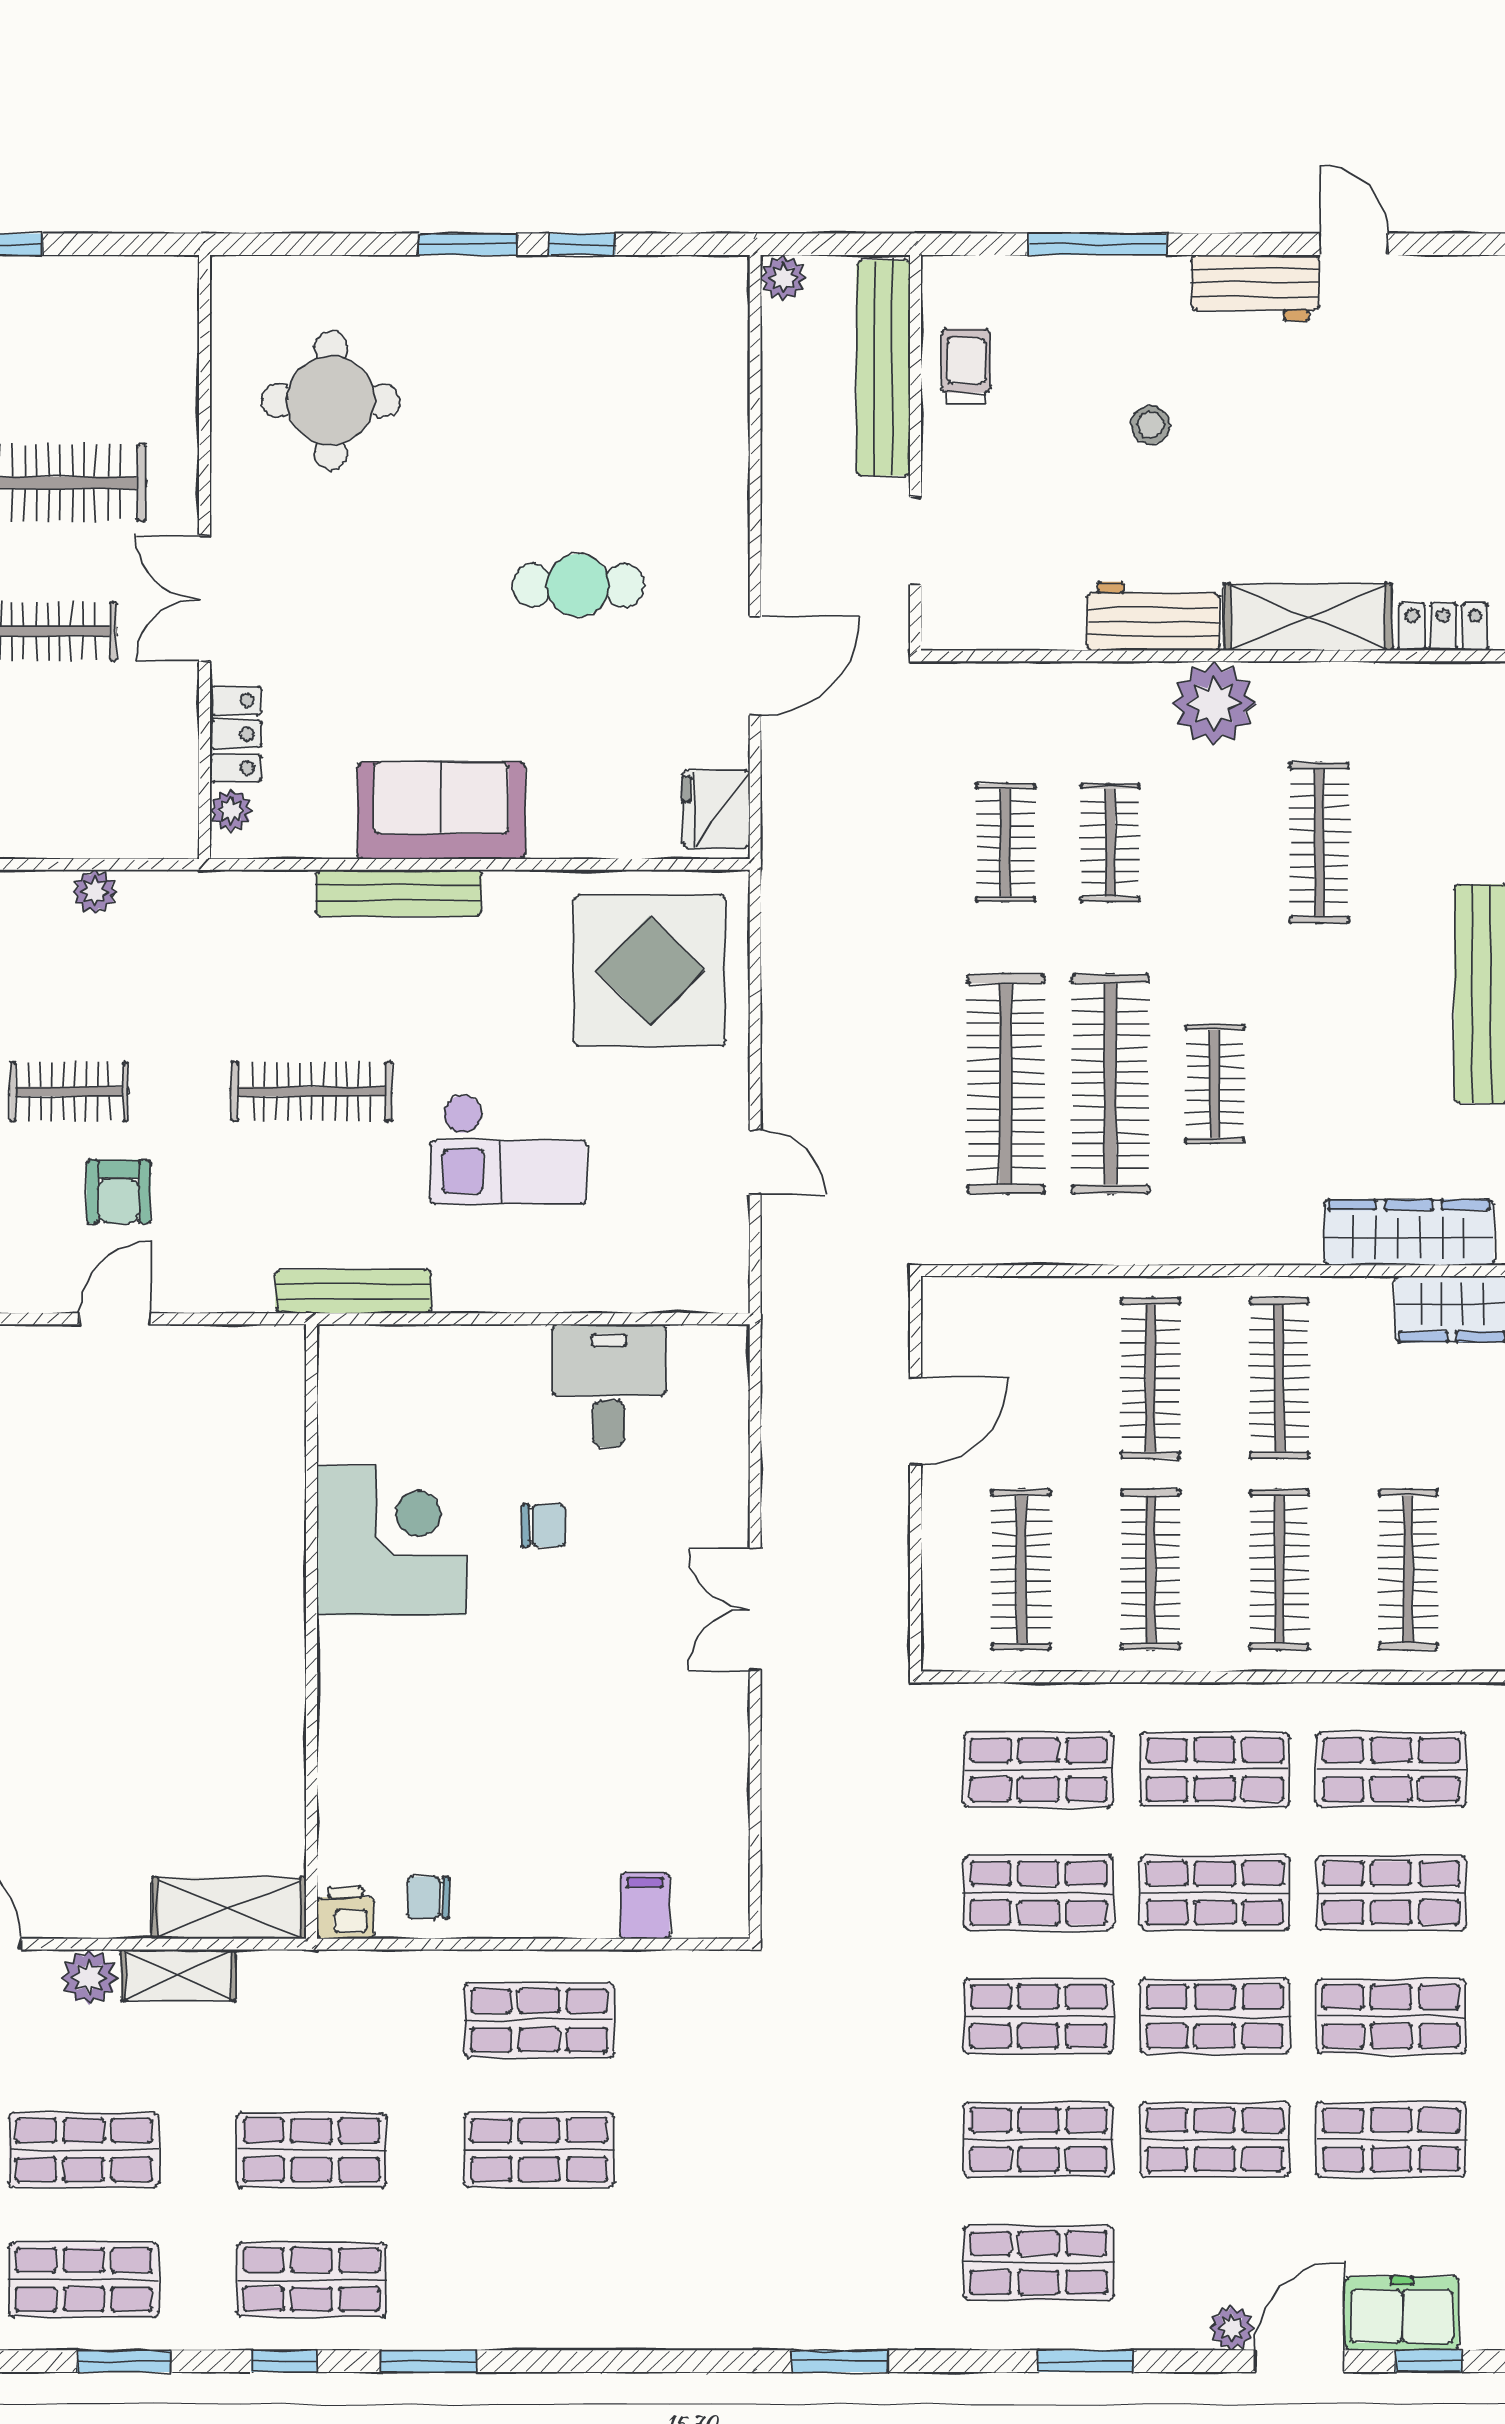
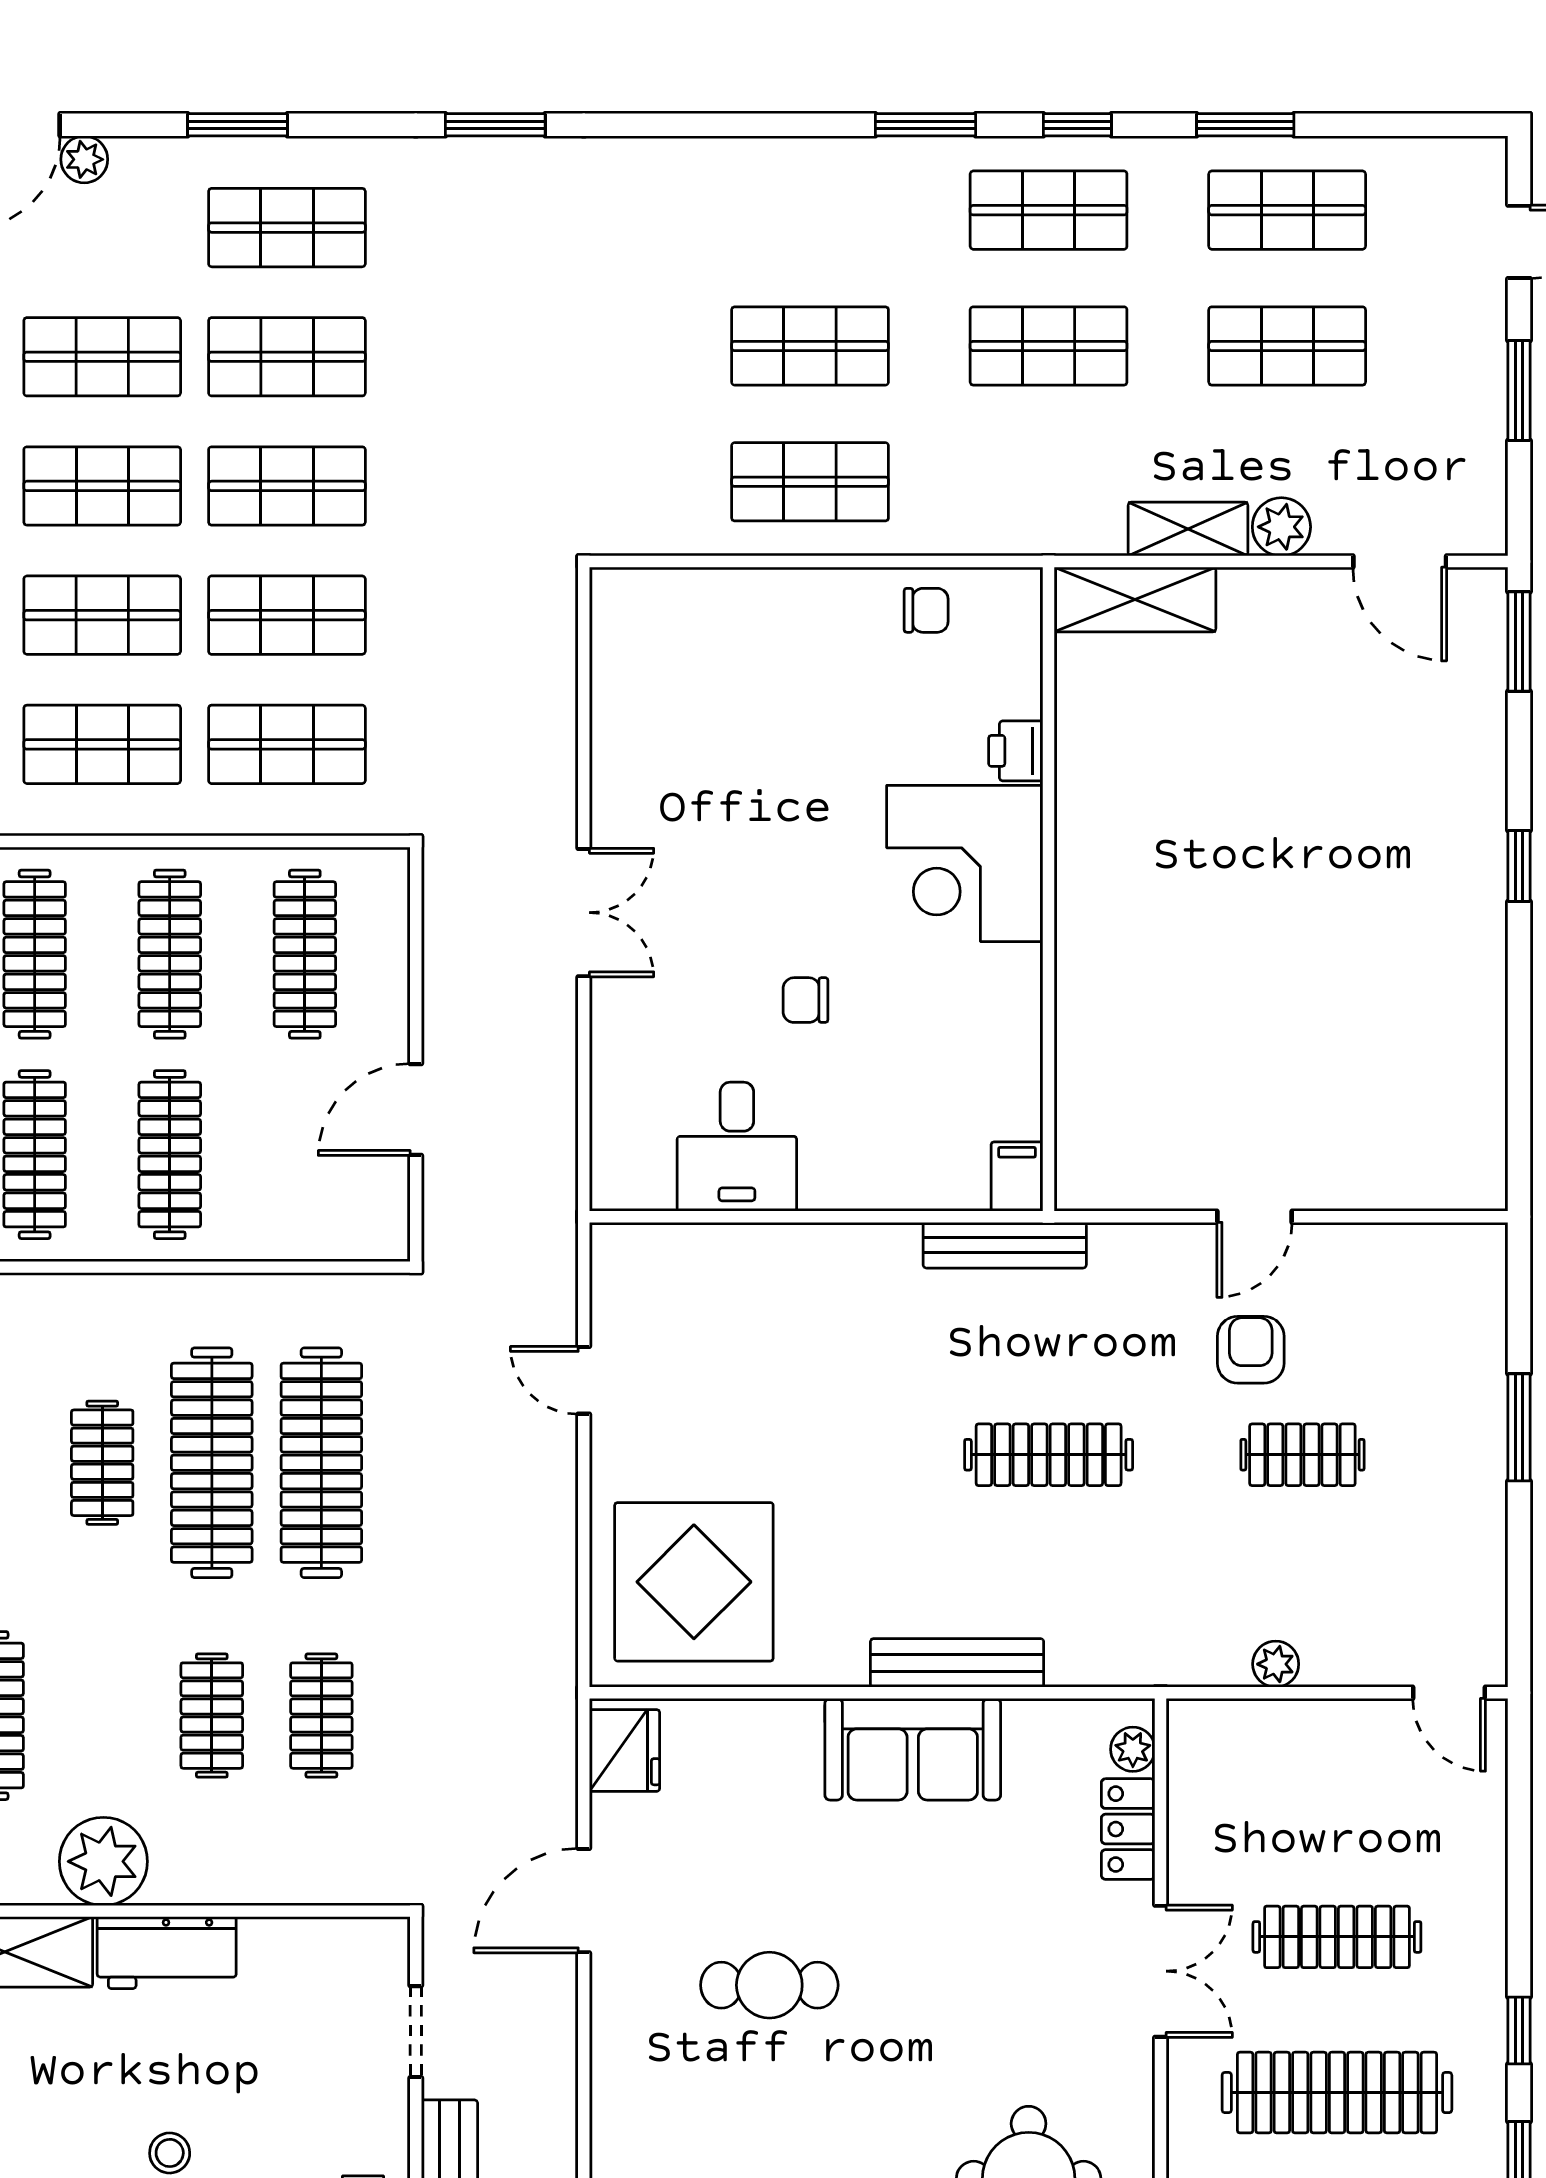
checkout: (508, 1149) -> (842, 1394), removed
corner desk: (391, 1541) -> (965, 863), moved
filing cabinet: (645, 1906) -> (1017, 1176), moved, turned 180
printer: (345, 1913) -> (1016, 751), moved, turned 90

